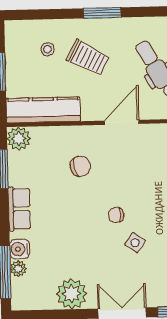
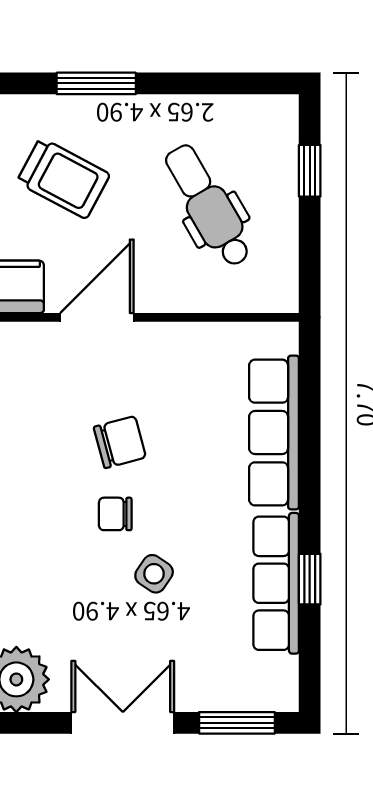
door: (122, 122) -> (97, 317), moved
chair: (80, 166) -> (120, 442), moved

